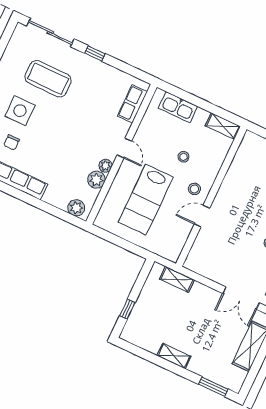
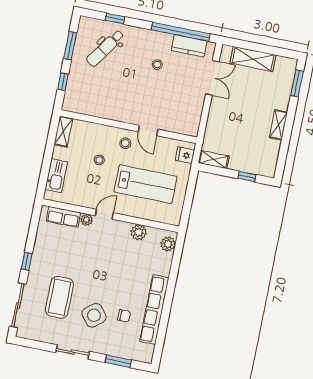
side table: (20, 111) -> (94, 315), turned -38
plant: (105, 166) -> (87, 220), moved
fridge: (166, 249) -> (185, 155), added
shelving: (177, 279) -> (214, 159), moved, turned 90

